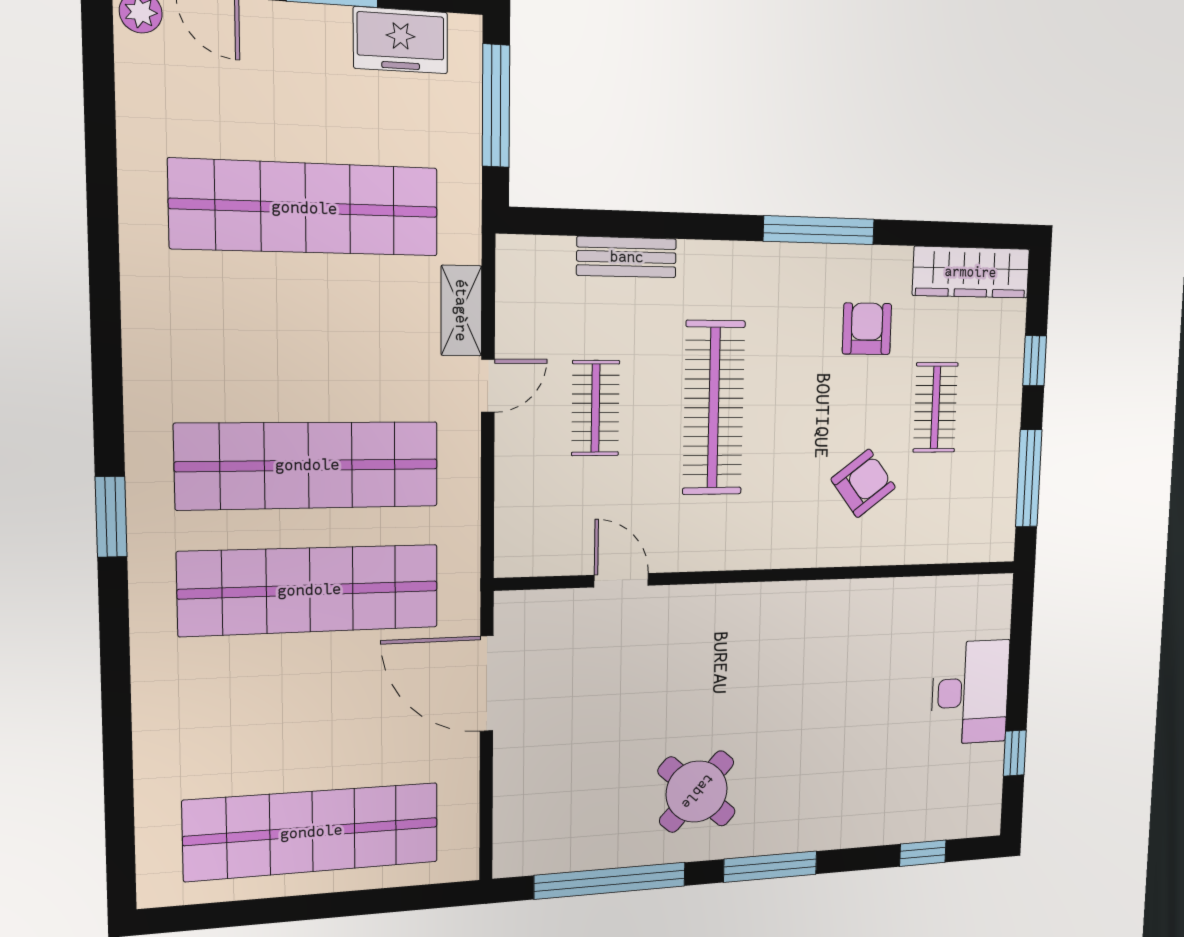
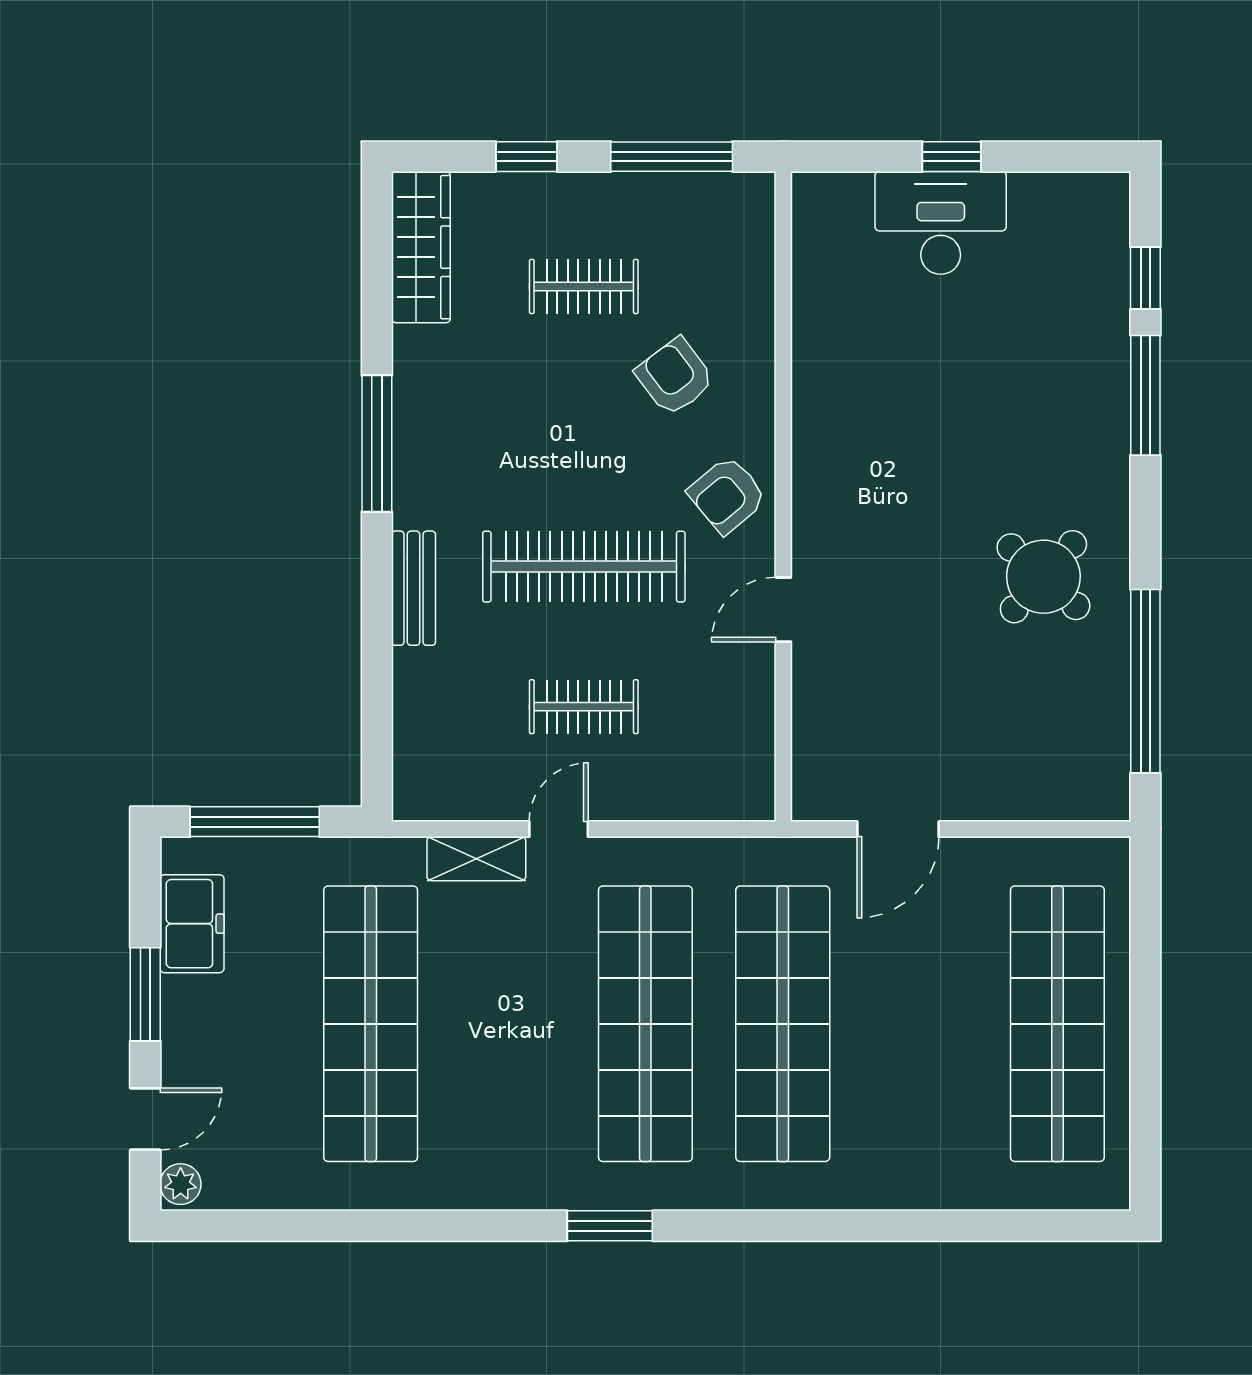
bench: (627, 257) -> (413, 588), moved
armchair: (867, 329) -> (727, 495), moved, turned -40
door: (488, 386) -> (559, 829), hinge flipped
window: (111, 517) -> (610, 1226), moved
door: (621, 580) -> (783, 610), moved
door: (487, 684) -> (898, 829), width x0.73
window: (1015, 753) -> (952, 157), moved
window: (770, 867) -> (1145, 395), moved

